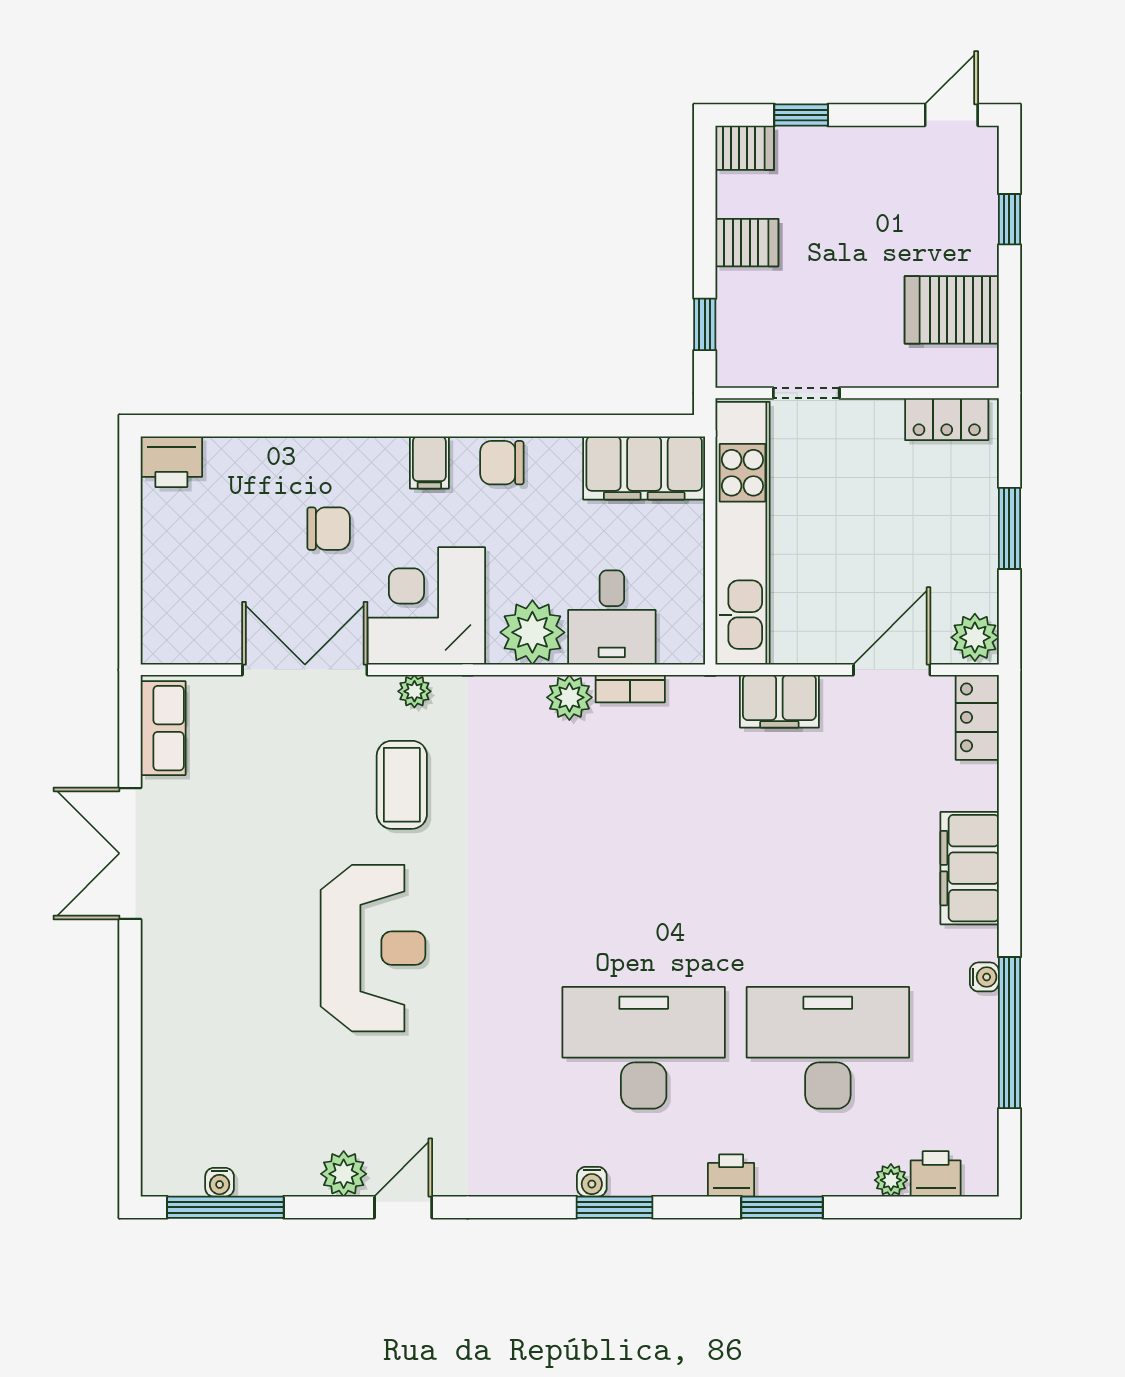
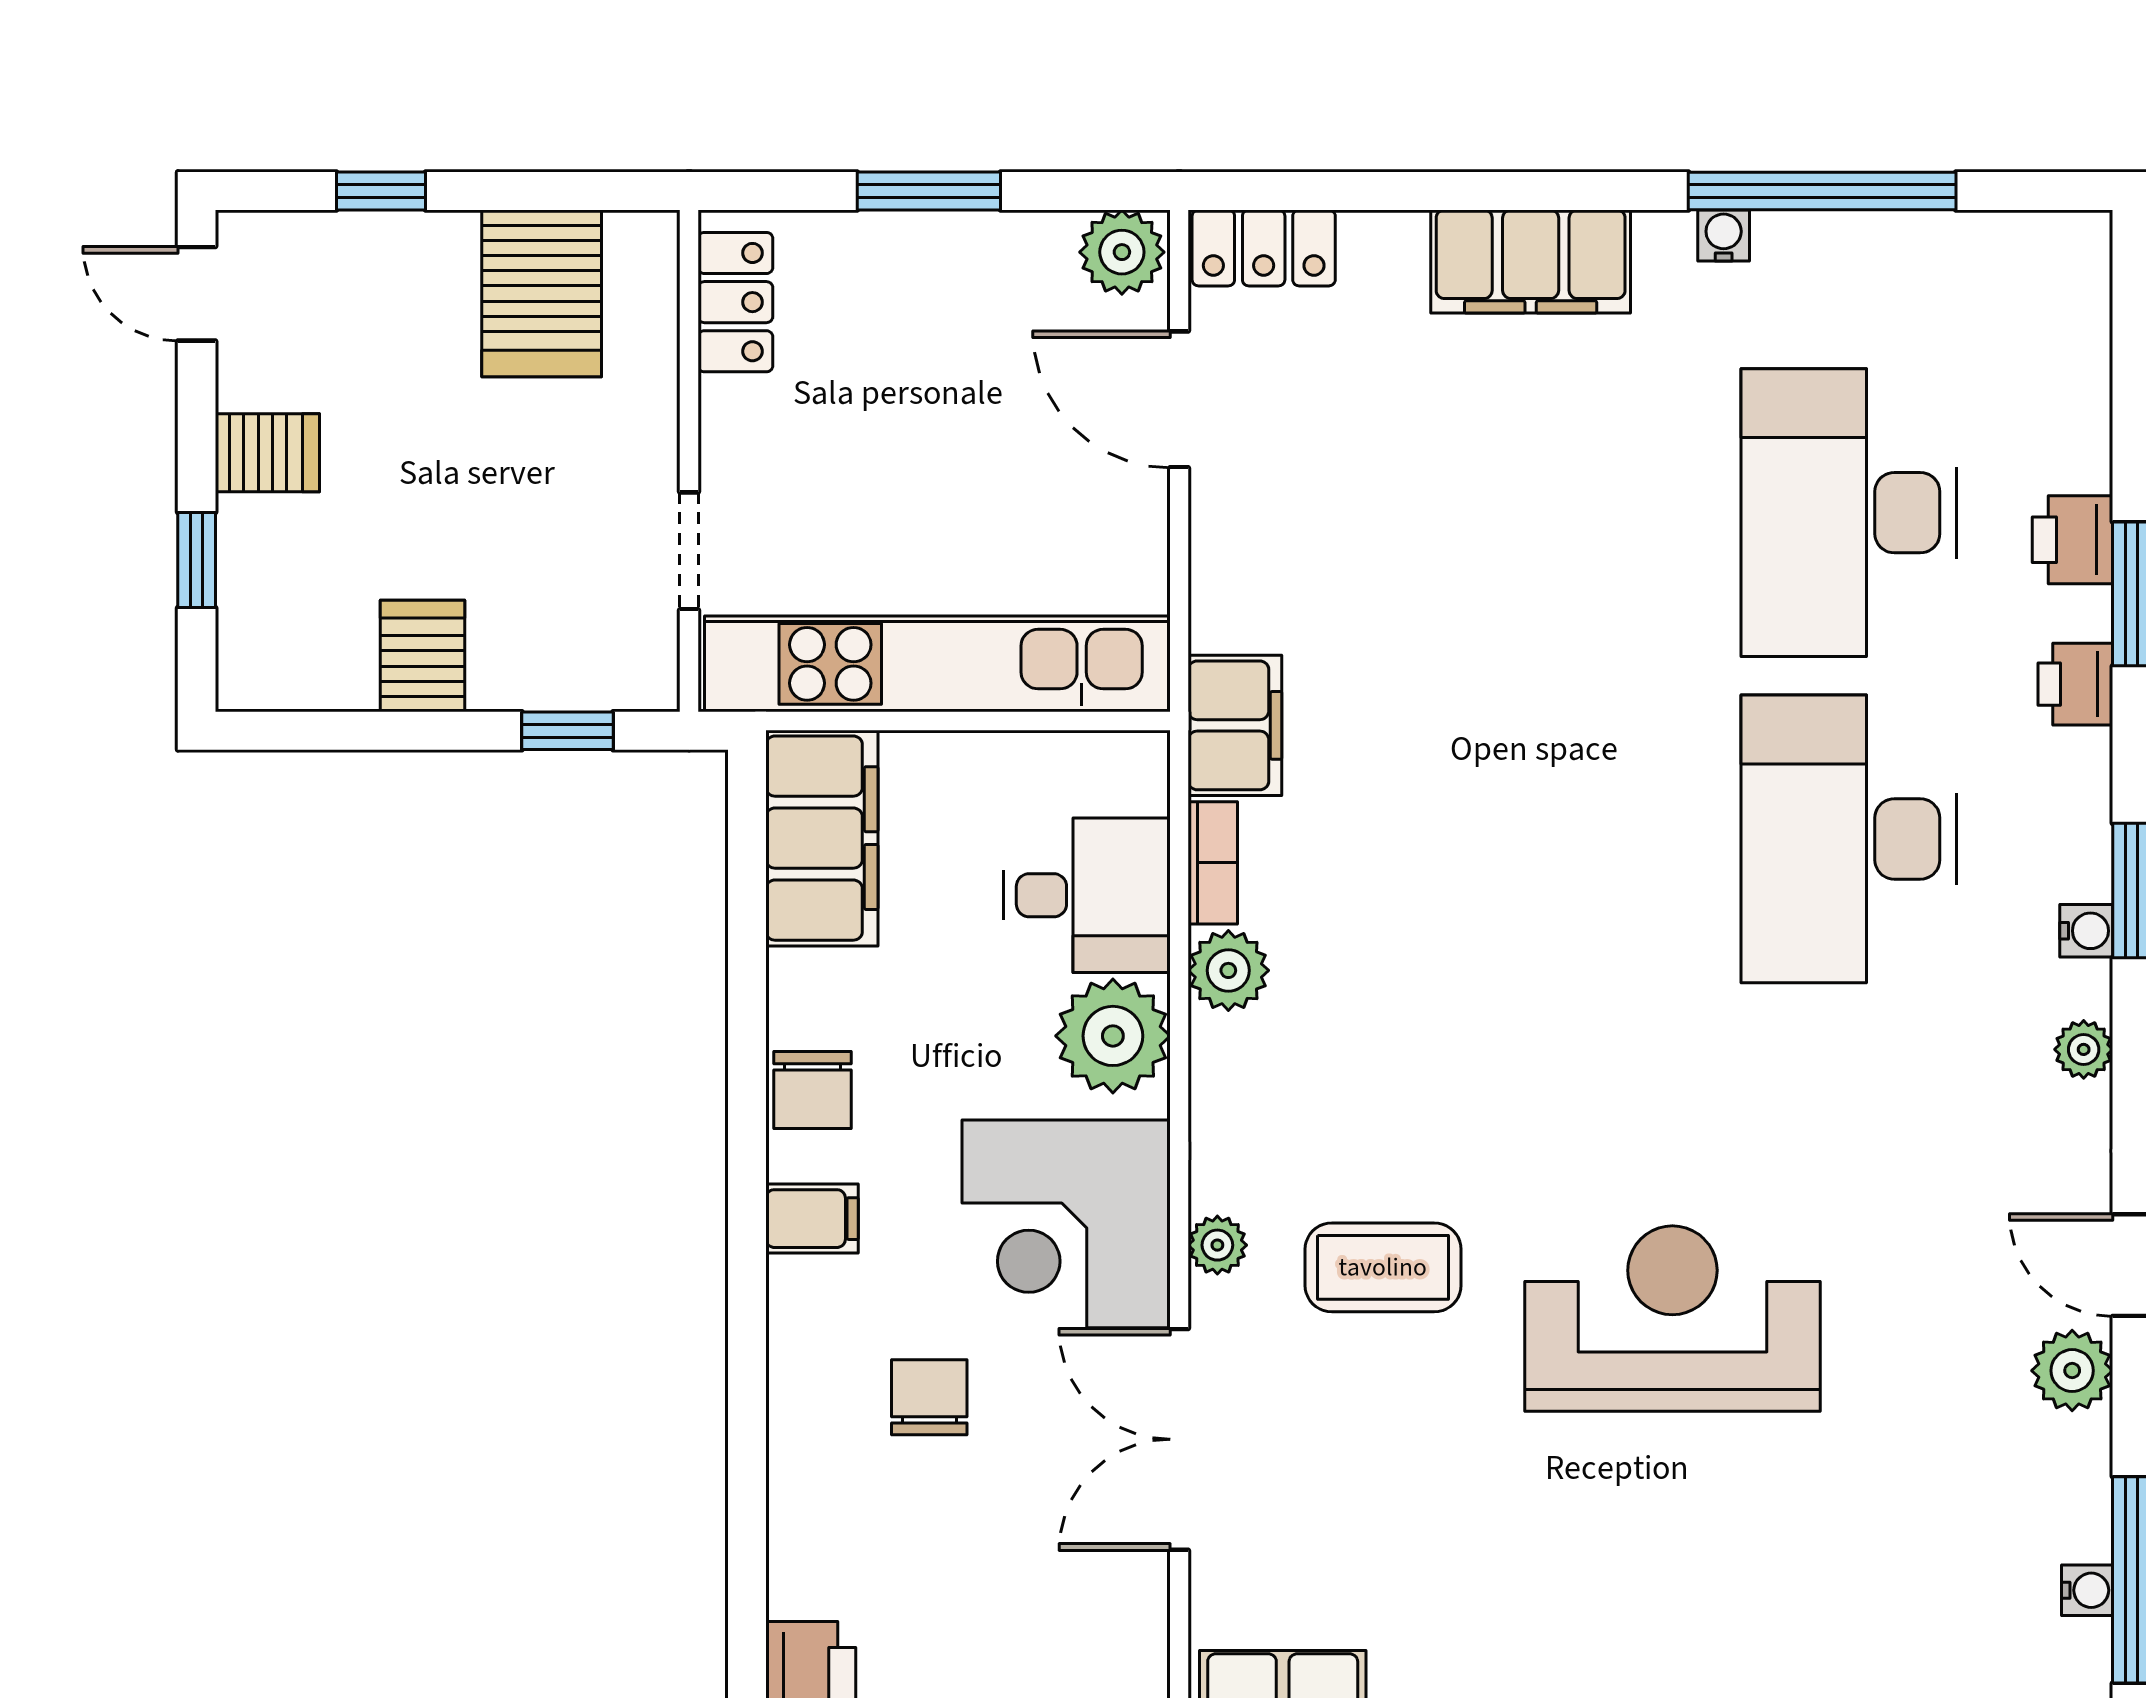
server rack: (745, 148) -> (267, 453), moved, turned 90
filing cabinet: (779, 701) -> (1235, 725), moved
printer: (936, 1174) -> (2072, 540), moved
plant: (891, 1180) -> (2084, 1049), moved

